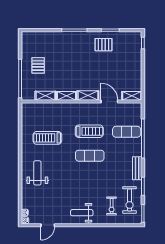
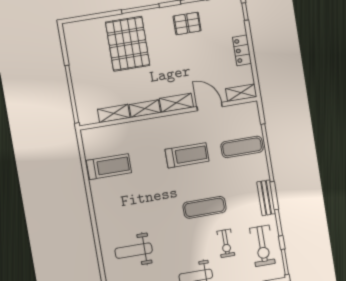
pallet: (38, 65) -> (128, 44), moved, width x2.05, depth x2.00
locker: (137, 68) -> (242, 50), added
treadmill: (47, 138) -> (109, 167), moved, turned 180
exercise mat: (90, 156) -> (205, 207), moved
weight bench: (37, 173) -> (134, 251), moved, turned -90
exercise bike: (112, 206) -> (226, 243), moved

